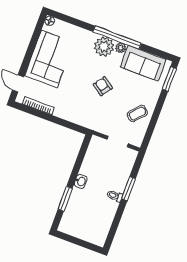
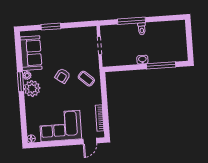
window: (117, 38) -> (21, 82), width x0.47
window: (169, 79) -> (51, 27), moved
coffee table: (137, 114) -> (86, 79), moved
window: (128, 189) -> (131, 21), width x1.44
window: (65, 199) -> (161, 65), width x1.44

